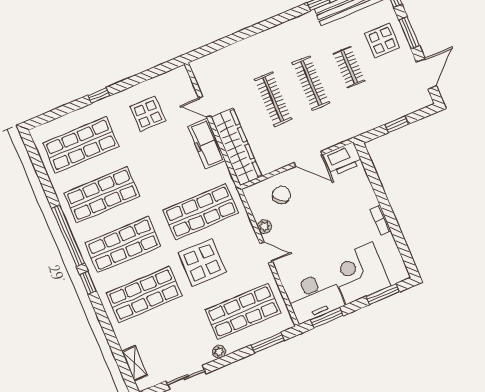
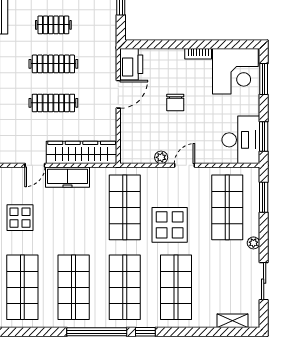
chair: (281, 195) -> (175, 102), moved, turned -130
corner desk: (359, 273) -> (235, 71), moved, turned -90

